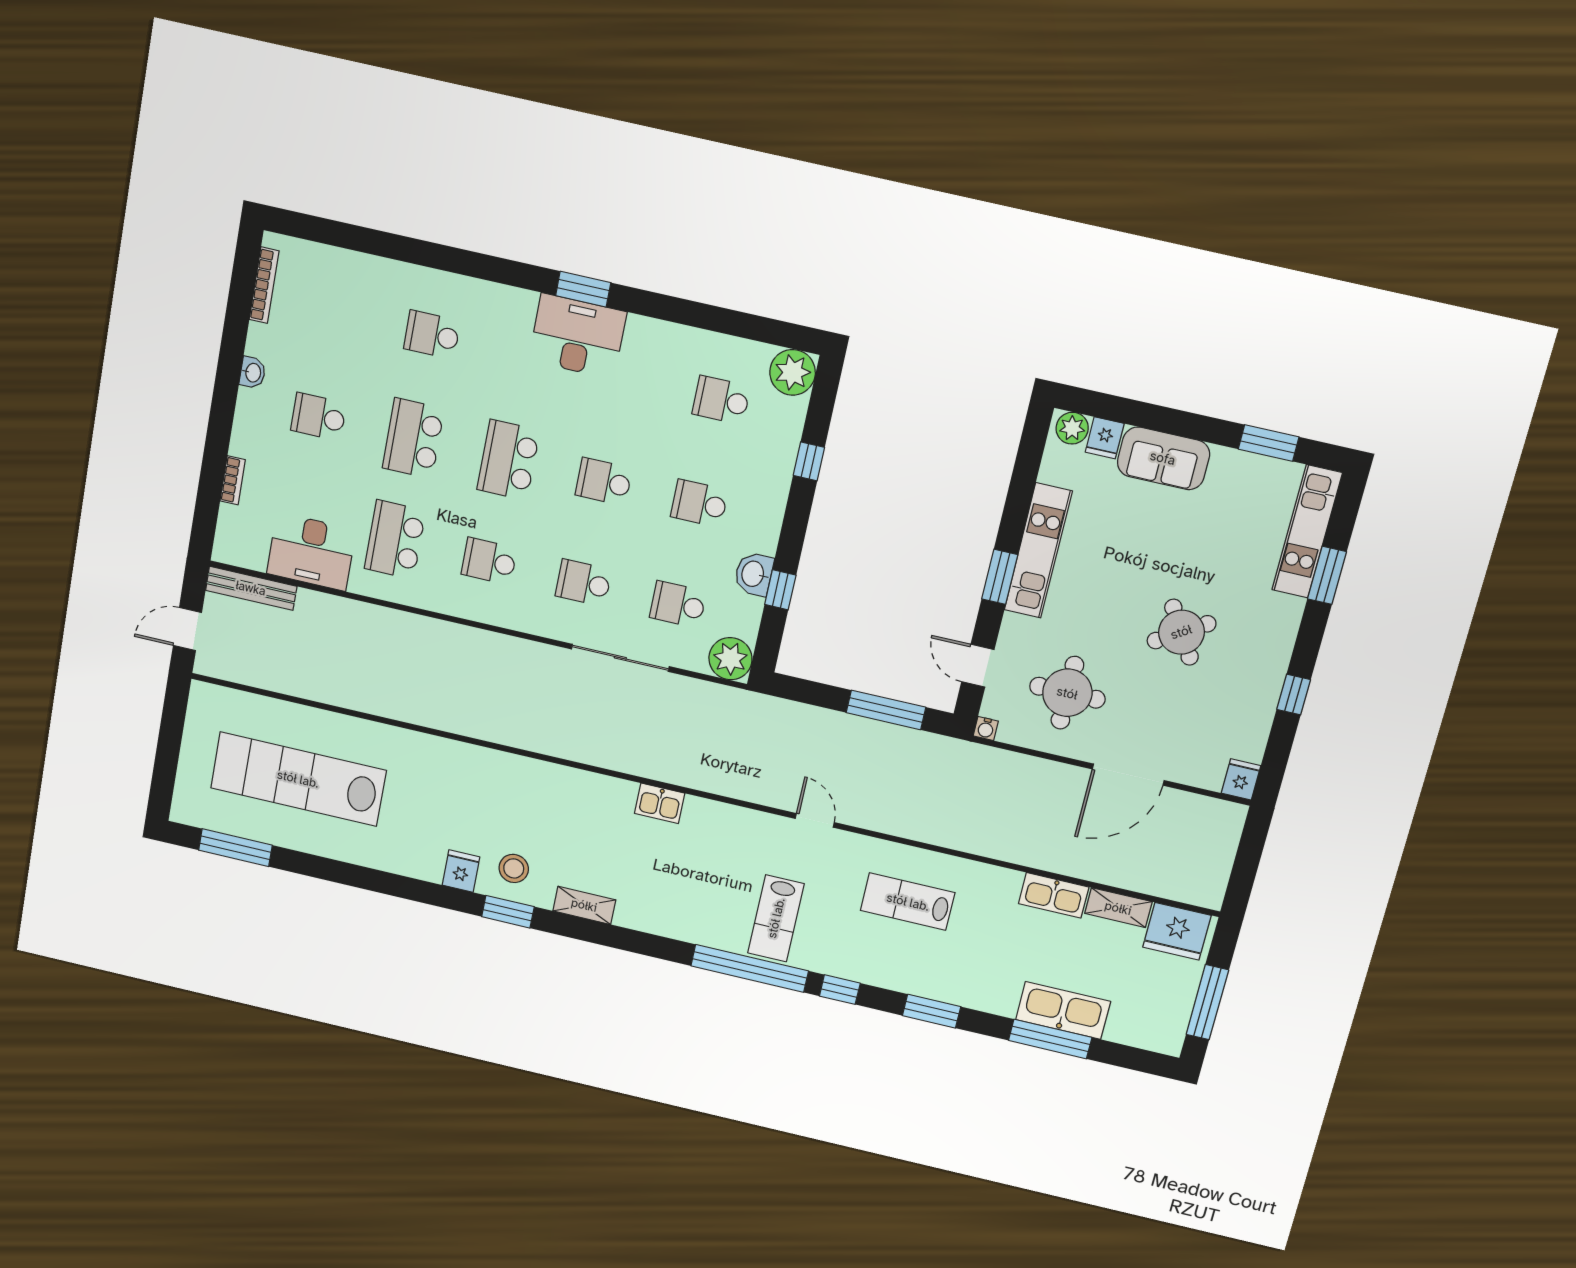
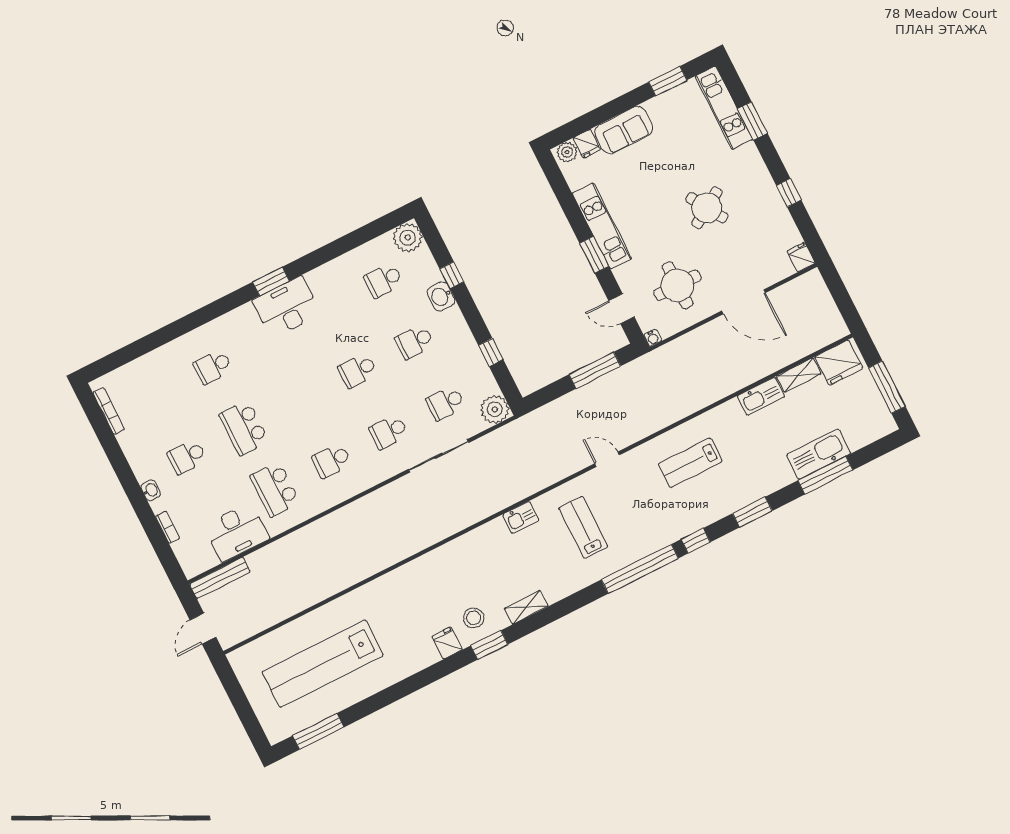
washbasin: (253, 373) -> (151, 490), moved
school desk: (508, 460) -> (301, 399), removed
washbasin: (754, 574) -> (441, 296), moved
door: (1128, 775) -> (744, 302), hinge flipped
lab bench: (776, 918) -> (583, 527), moved, turned 180

